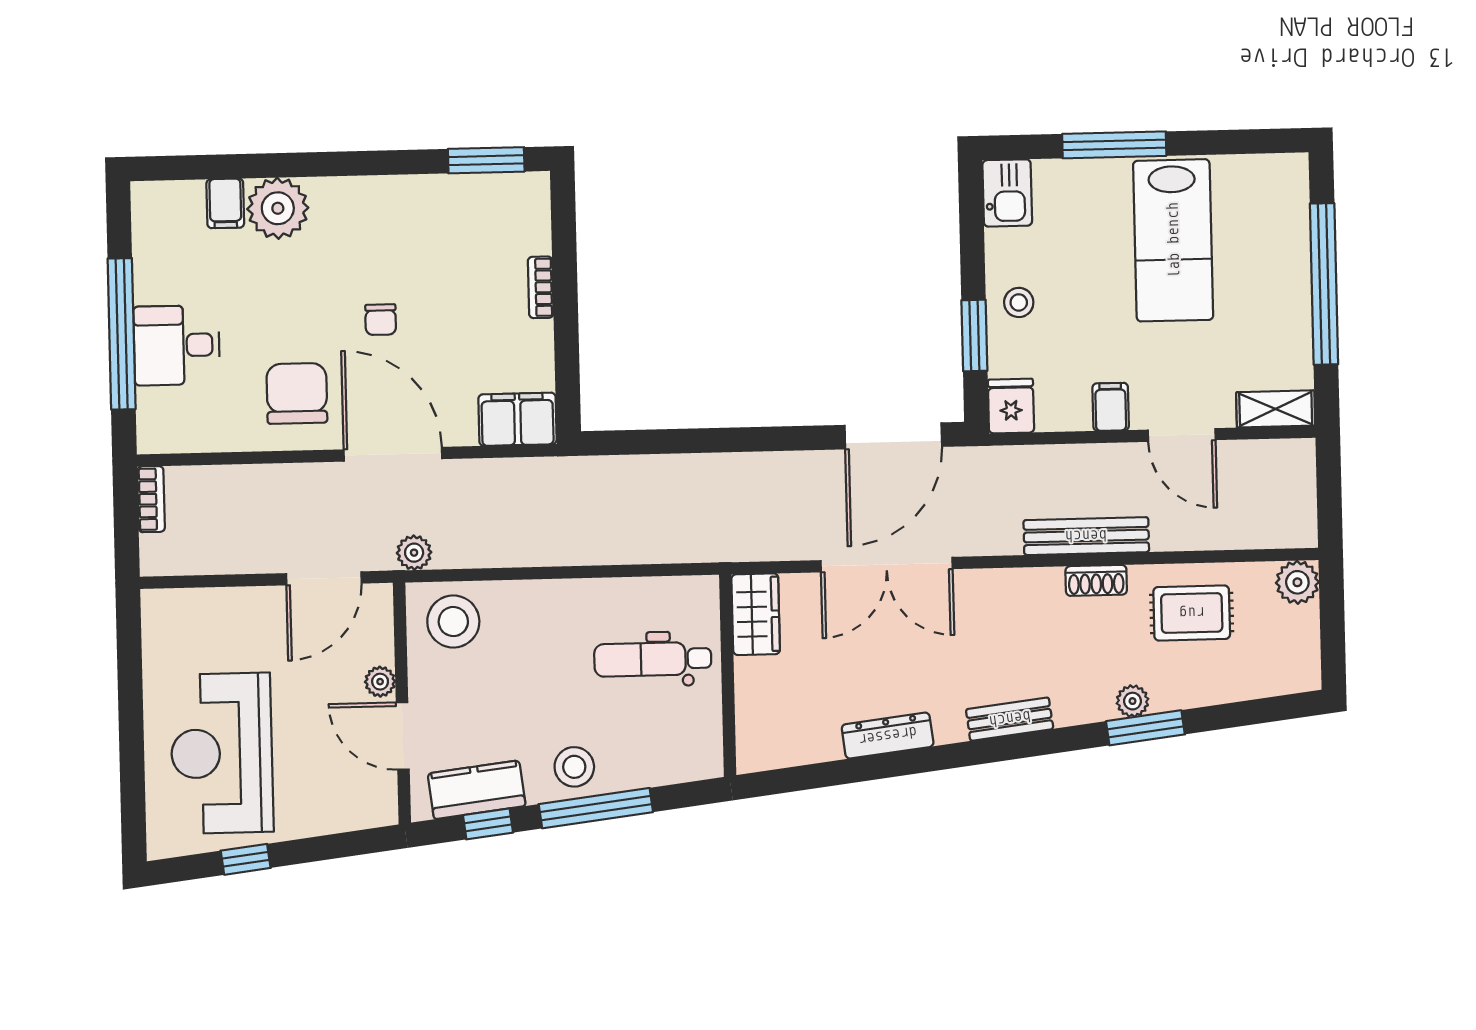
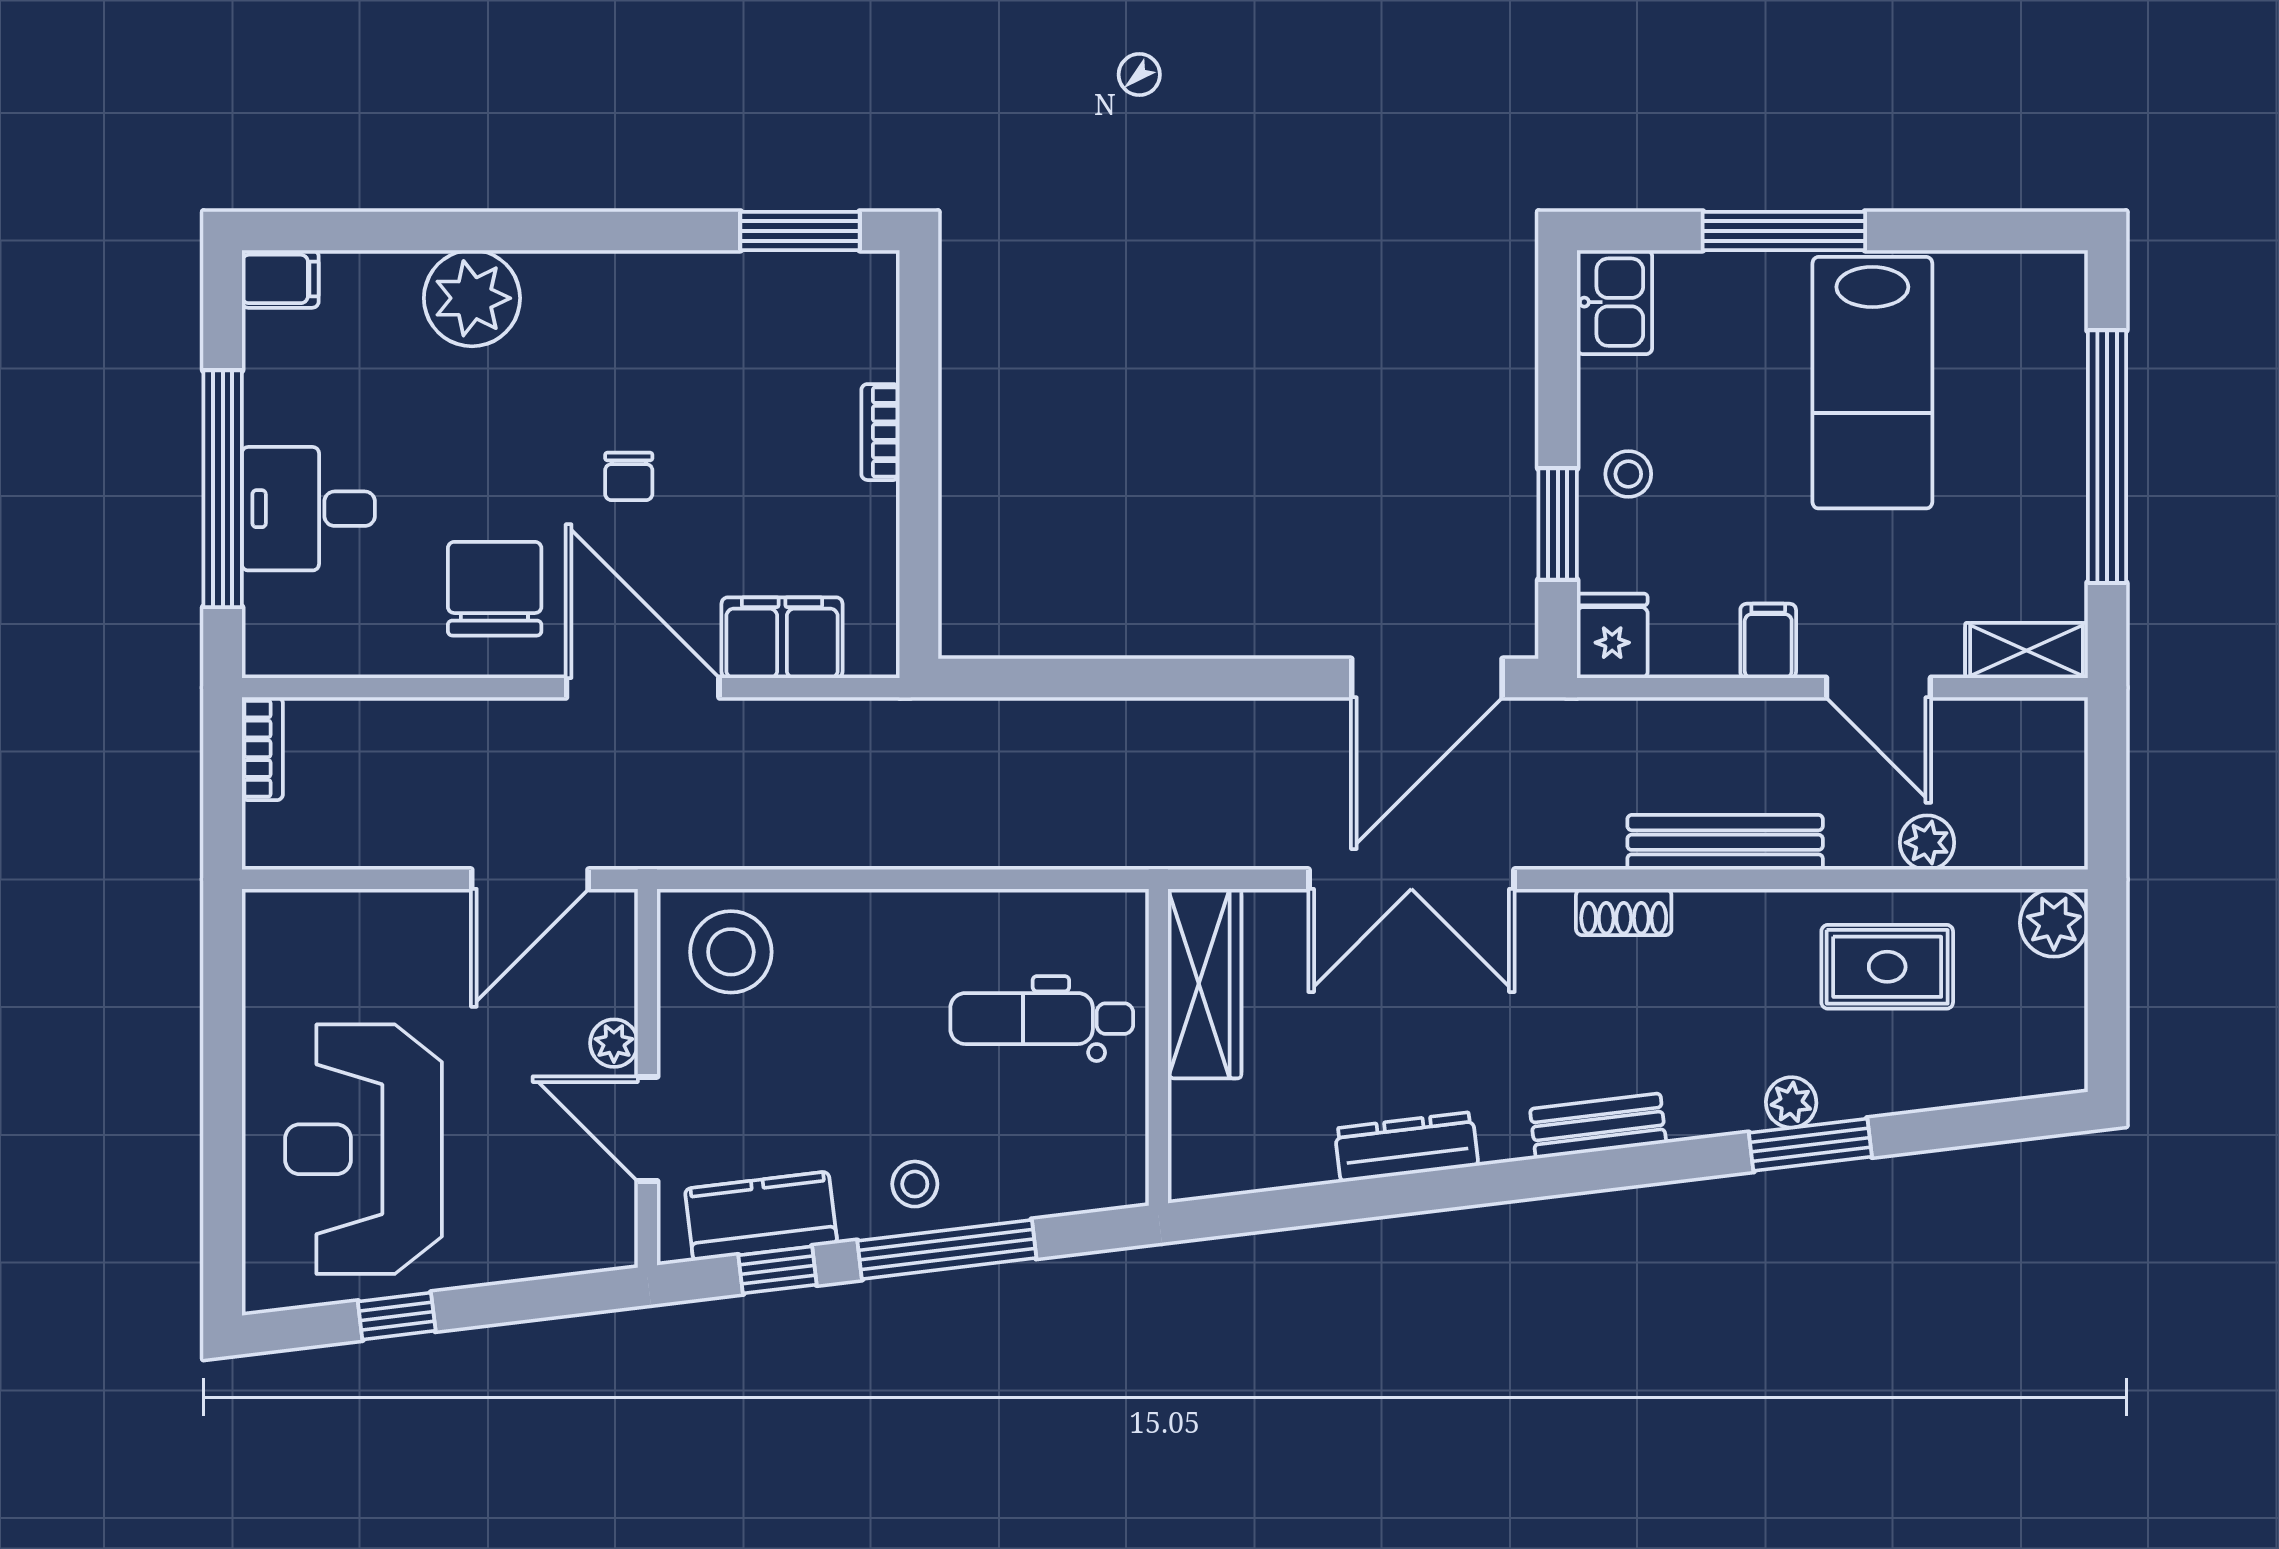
filing cabinet: (225, 203) -> (280, 279), moved, turned -90
filing cabinet: (517, 419) -> (782, 638), moved
plant: (414, 553) -> (1927, 843), moved
shoe rack: (1096, 580) -> (1624, 912), moved
wardrobe: (756, 614) -> (1205, 984), width x1.50
stool: (574, 767) -> (915, 1184), width x0.73, depth x0.73

